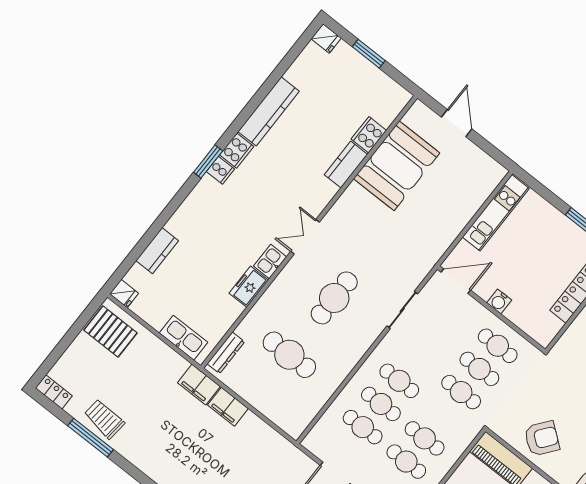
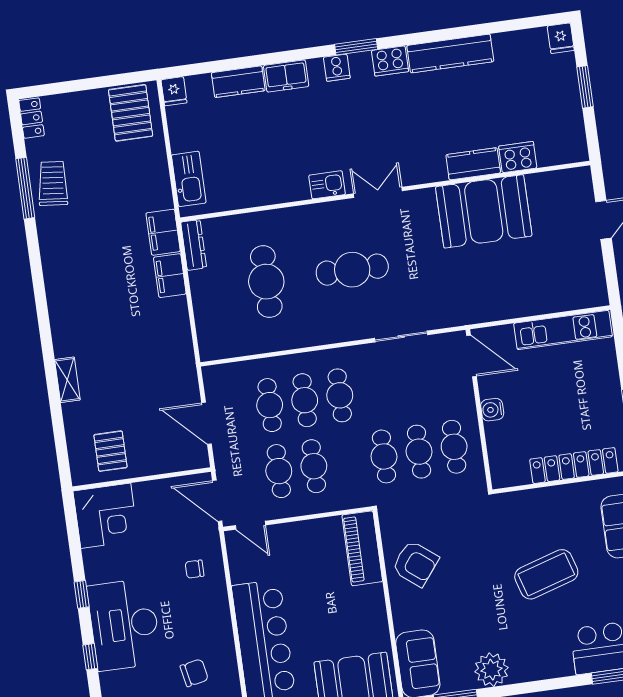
booth: (397, 166) -> (484, 211), moved
cooker: (220, 170) -> (337, 68), moved
freezer: (249, 287) -> (286, 76), moved, turned 180
dresser: (226, 353) -> (194, 245), moved, turned -90

